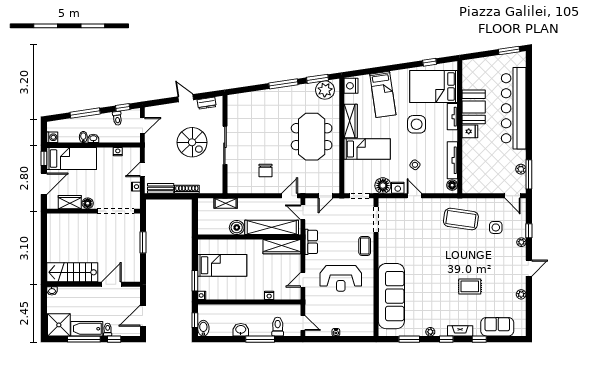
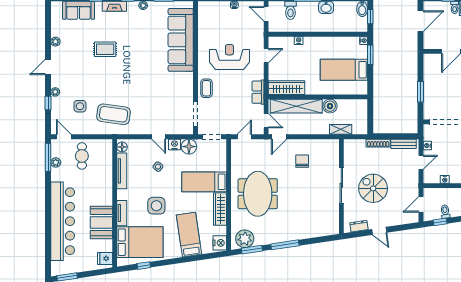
fridge: (470, 131) -> (105, 258), moved
cafe table: (494, 176) -> (82, 156), added

